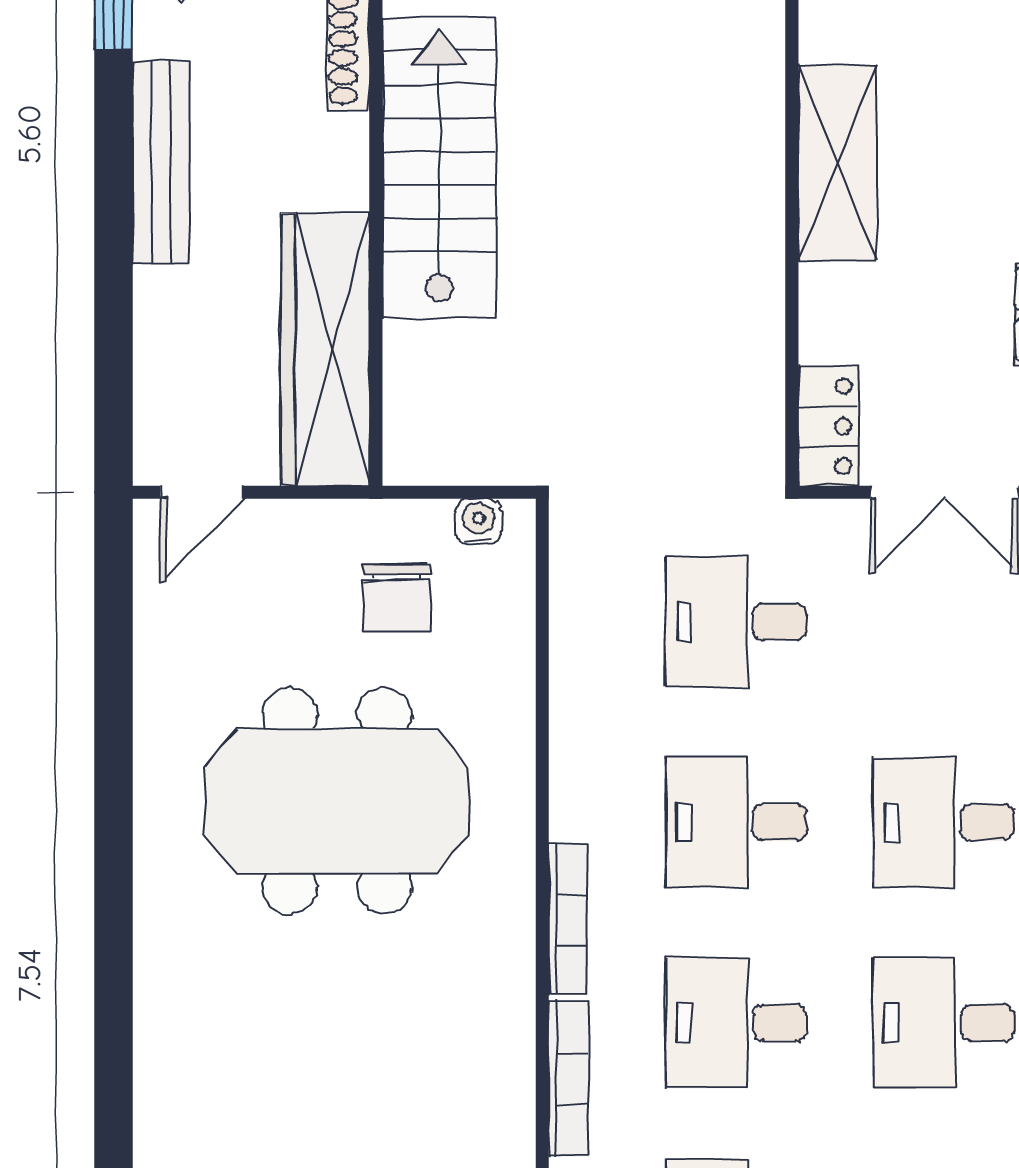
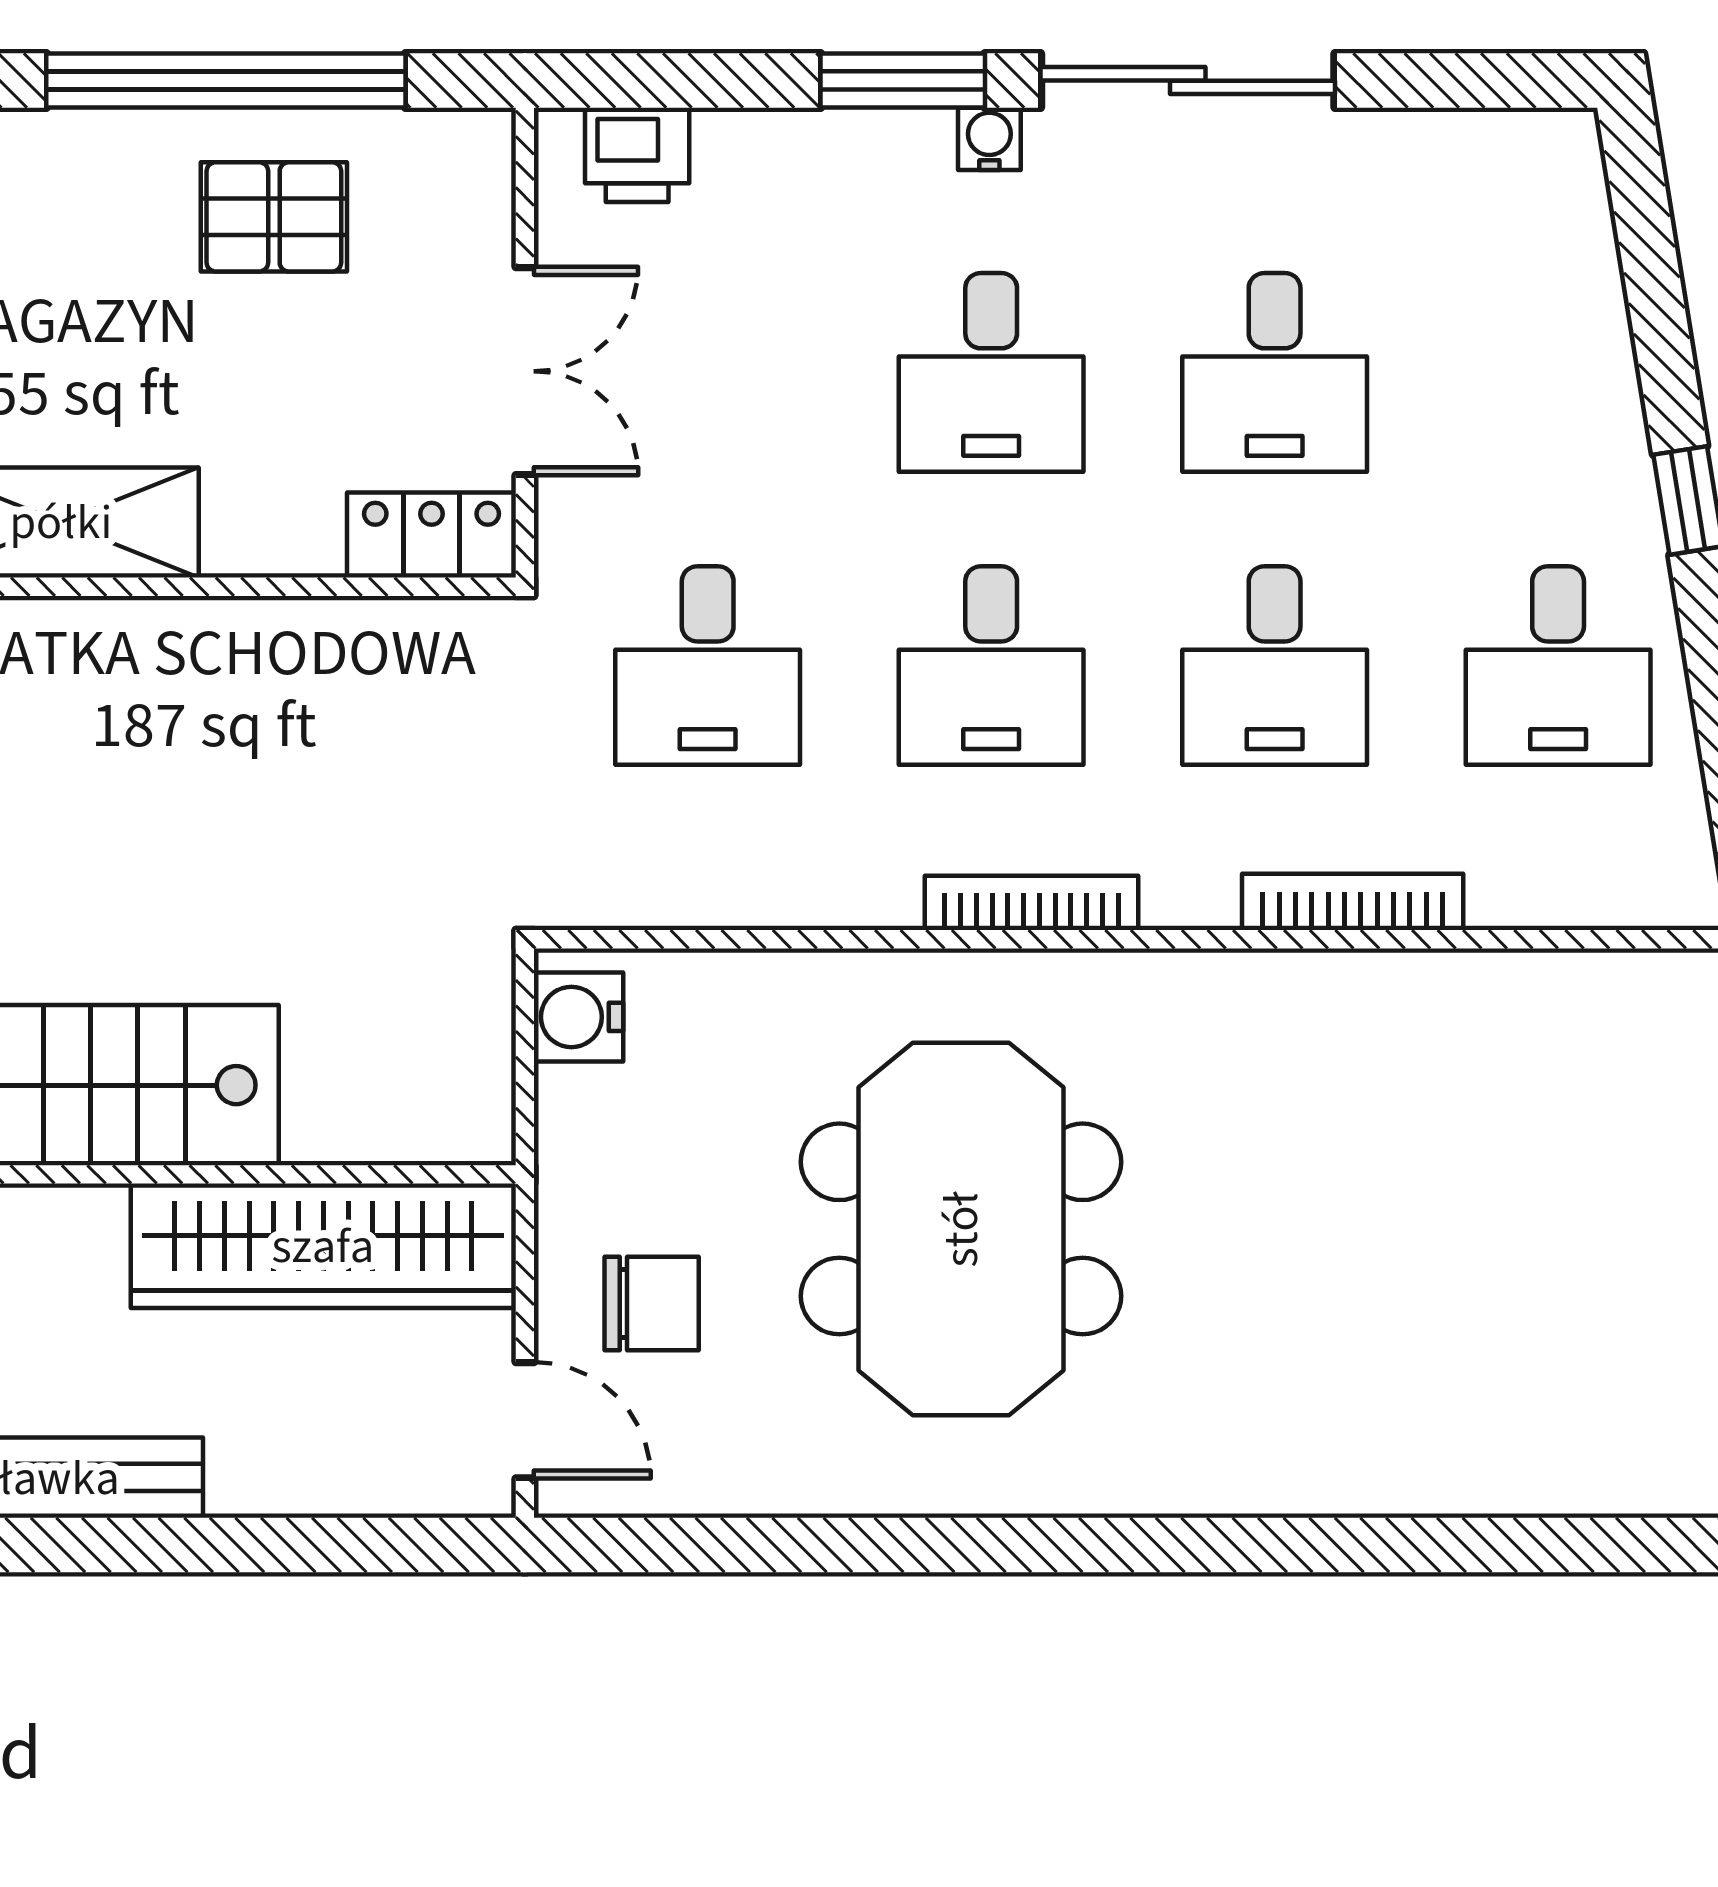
water cooler: (479, 521) -> (579, 1017), width x1.38, depth x1.38
chair: (396, 597) -> (652, 1303), moved
bookcase: (568, 919) -> (1031, 903), moved

